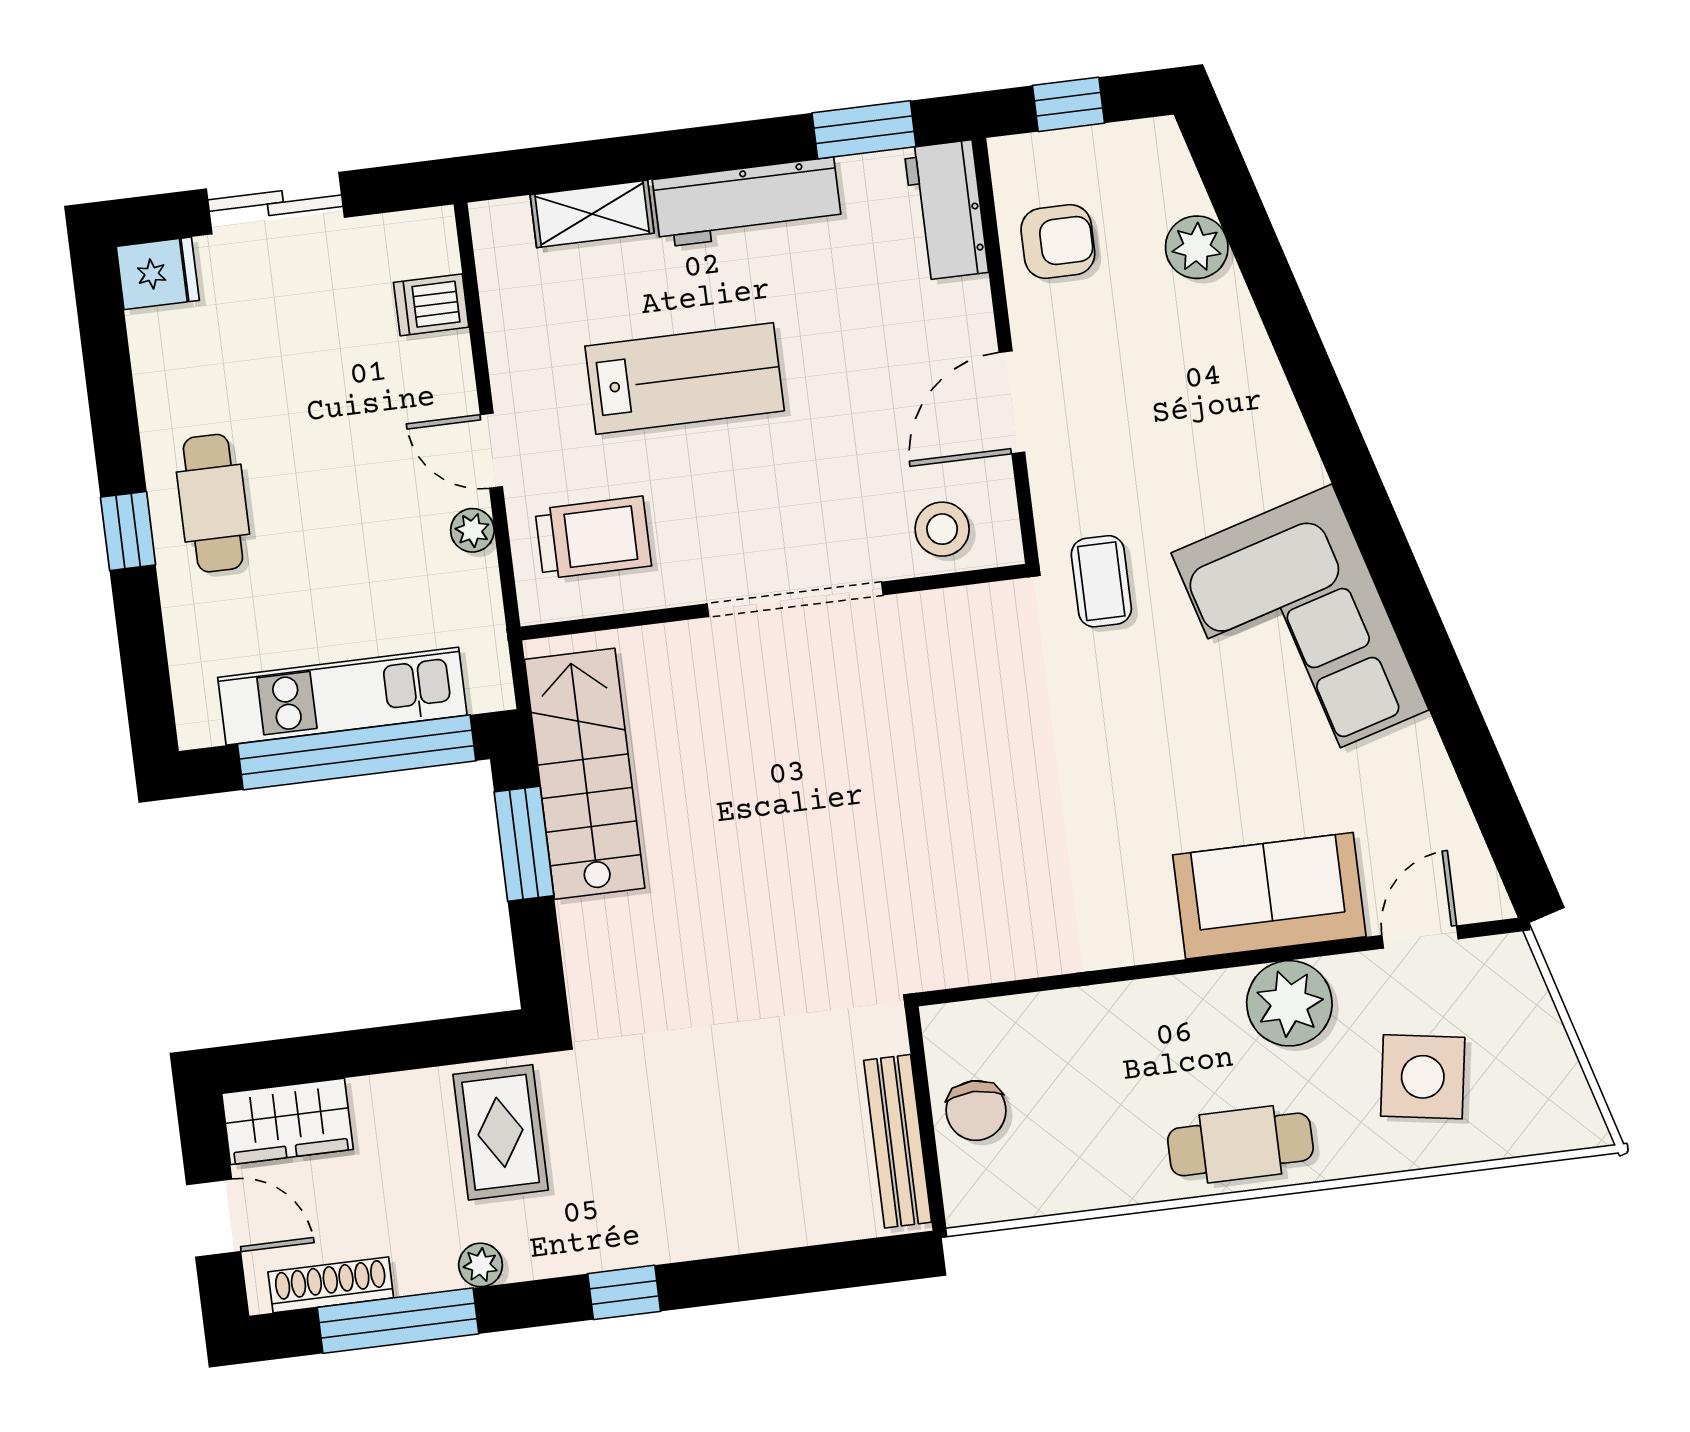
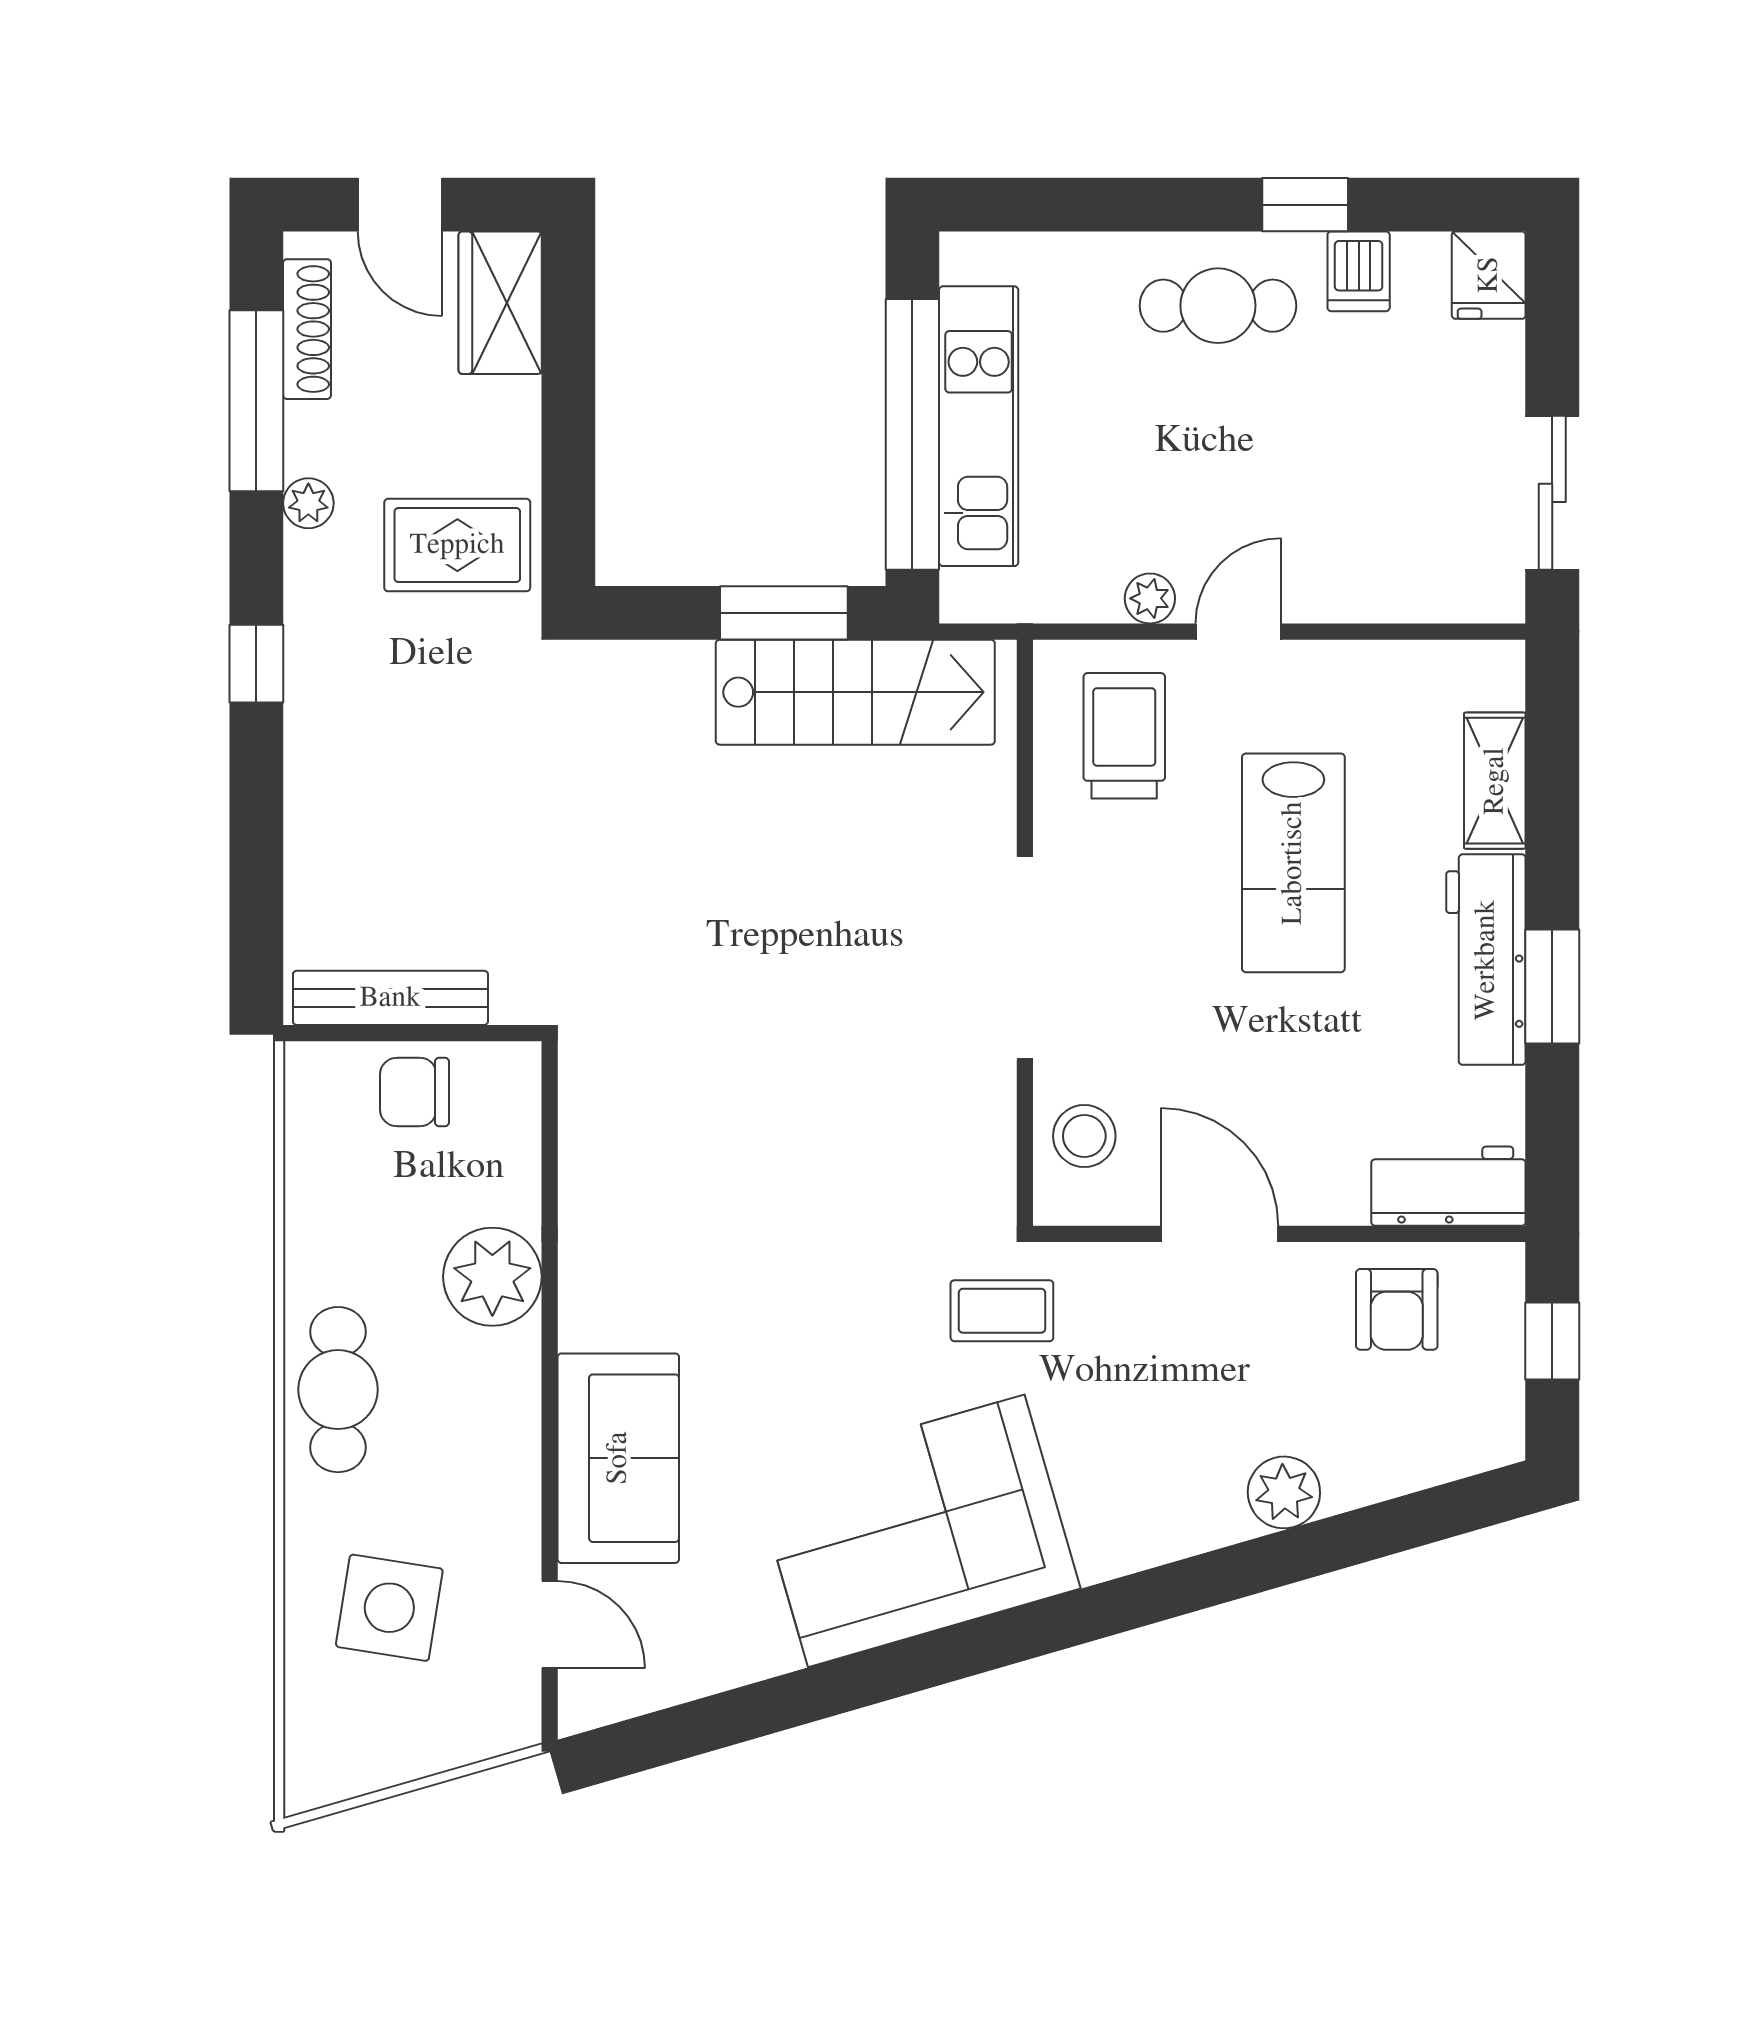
window: (864, 130) -> (1552, 987), moved
sliding door: (275, 203) -> (1552, 493), moved
plant: (1197, 247) -> (1284, 1492), moved
dishwasher: (431, 305) -> (1359, 271), moved, turned 180
window: (128, 531) -> (1305, 205), moved
trolley: (593, 538) -> (1124, 736), turned 180
plant: (1289, 1003) -> (492, 1277), moved
door: (214, 1218) -> (400, 205), hinge flipped

